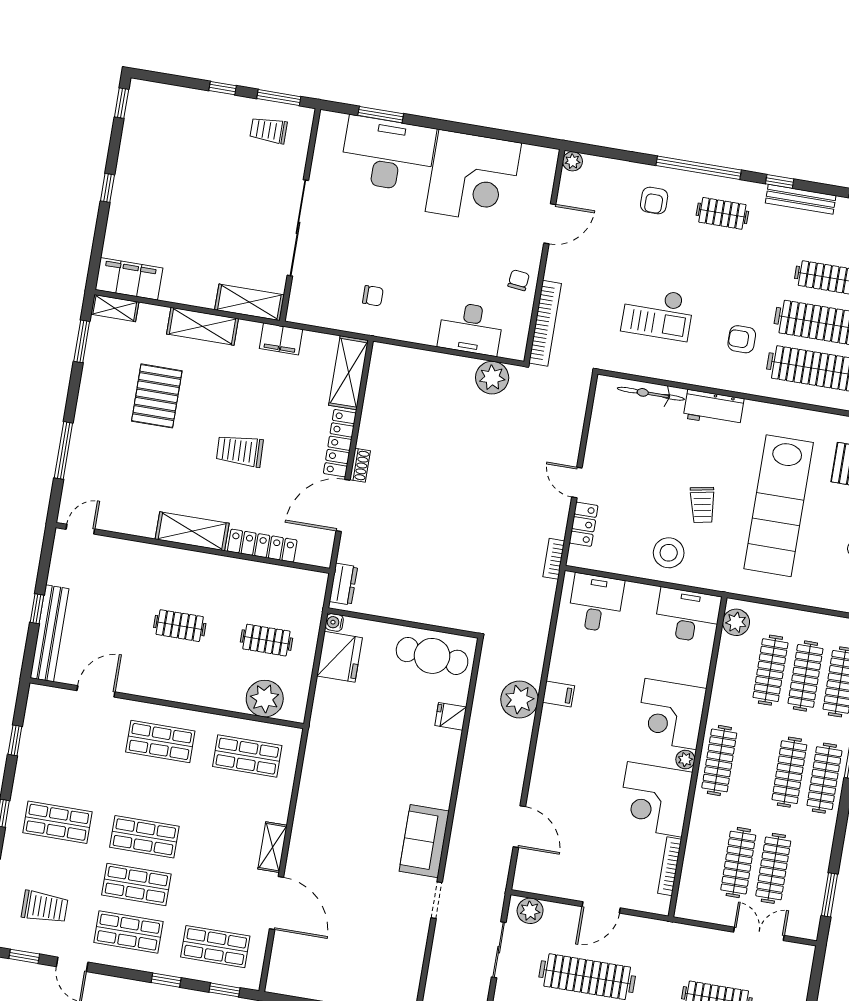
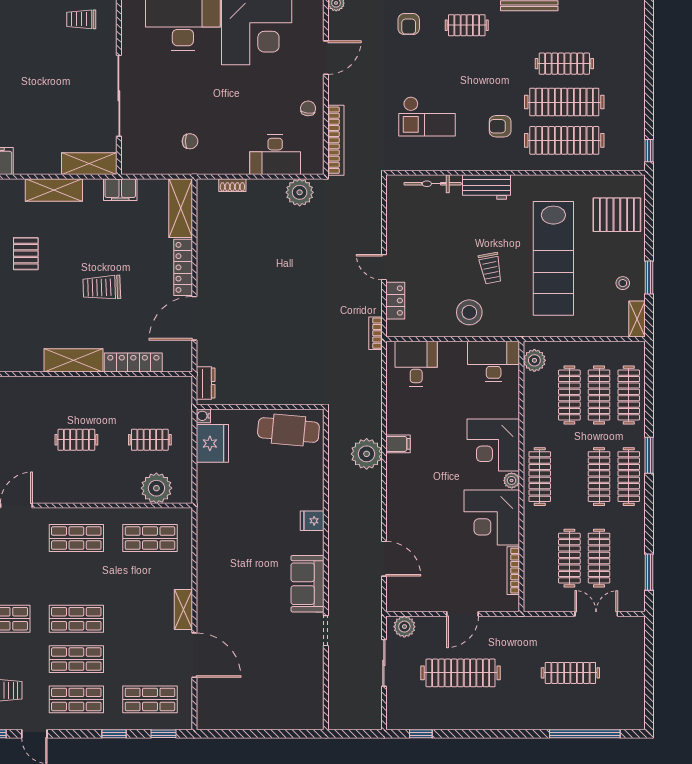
pallet: (157, 396) -> (26, 254), width x0.67, depth x0.71
shoe rack: (360, 465) -> (232, 185), moved, turned 90
fridge: (451, 716) -> (312, 521), moved

